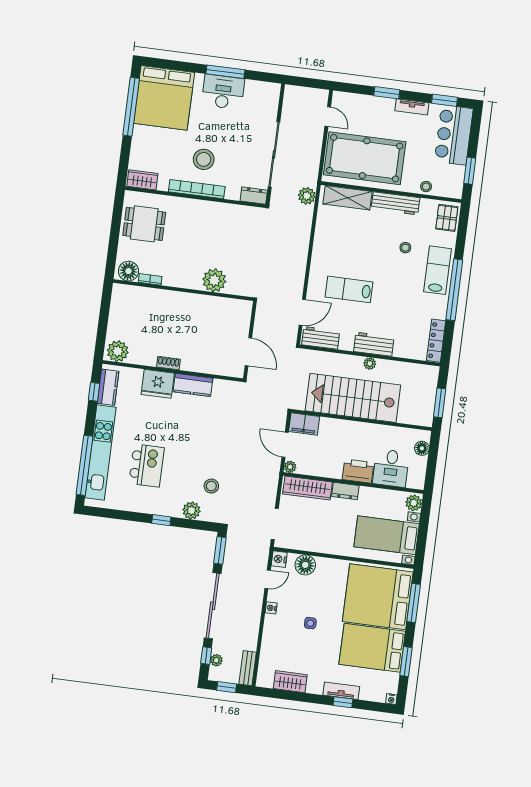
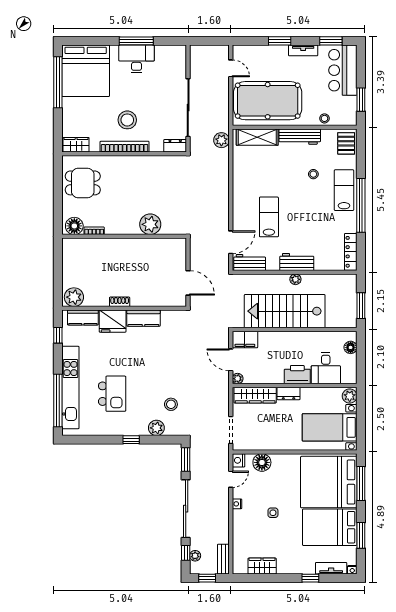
lab bench: (349, 289) -> (269, 217), turned 90
kitchen counter: (108, 387) -> (83, 317), moved, turned 90
tv unit: (341, 691) -> (331, 568), moved

